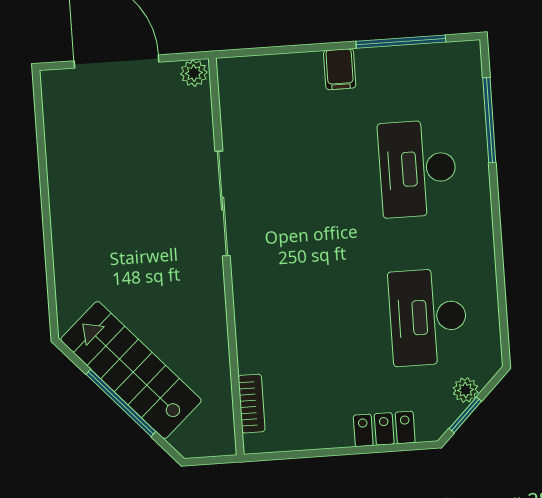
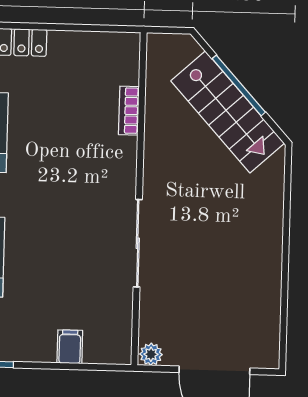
filing cabinet: (340, 69) -> (70, 347), moved
bookcase: (252, 404) -> (129, 111), moved

